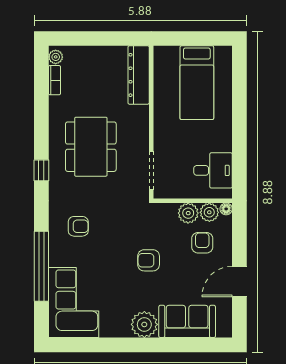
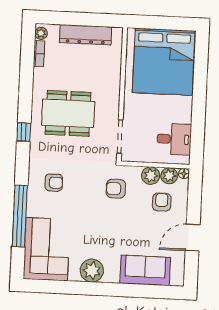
dresser: (139, 75) -> (85, 35), moved, turned -90
bed: (197, 83) -> (164, 62), width x2.04
dining table: (91, 147) -> (68, 113), turned 90
armchair: (149, 260) -> (116, 189), moved
plant: (144, 324) -> (92, 271), moved

